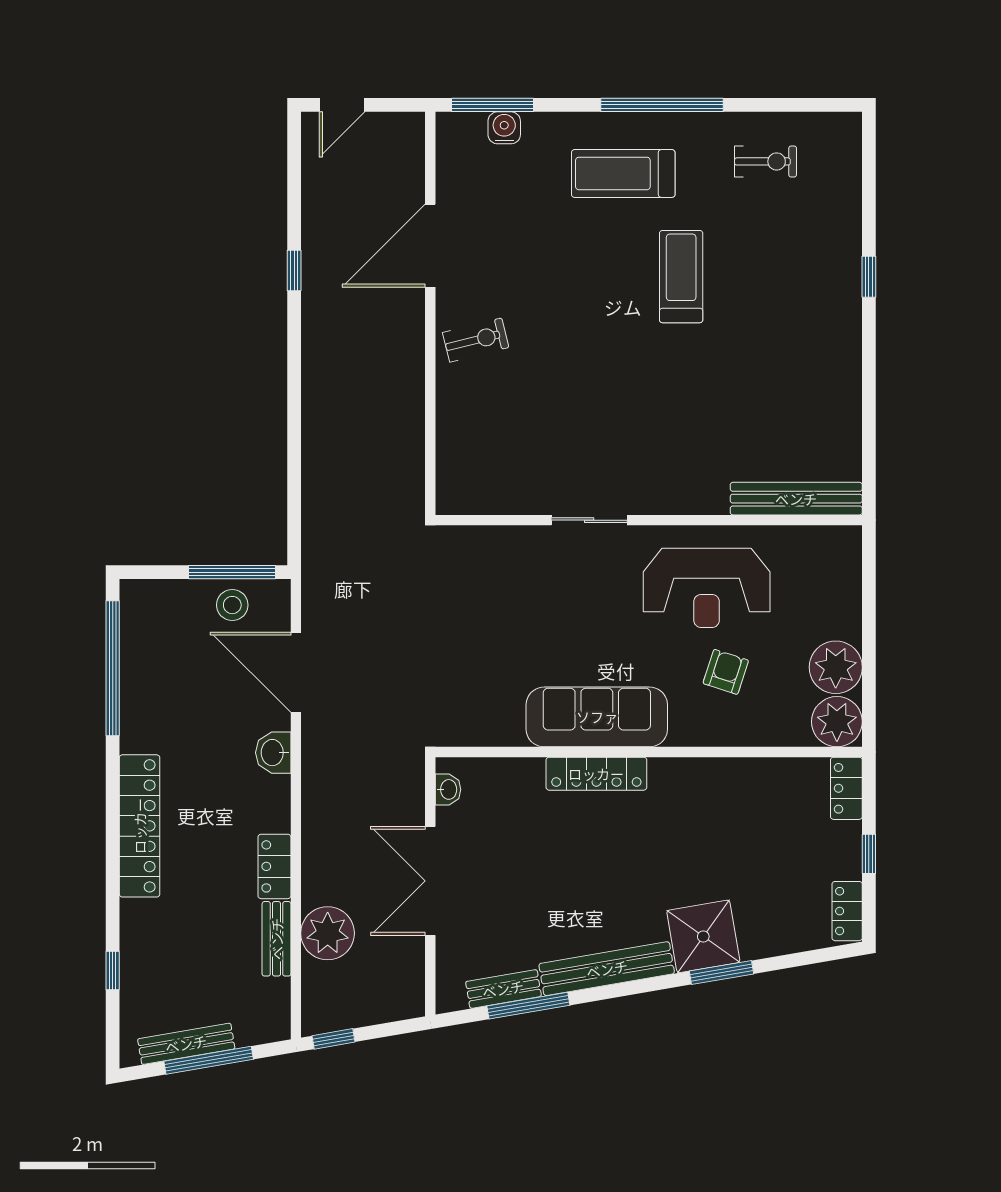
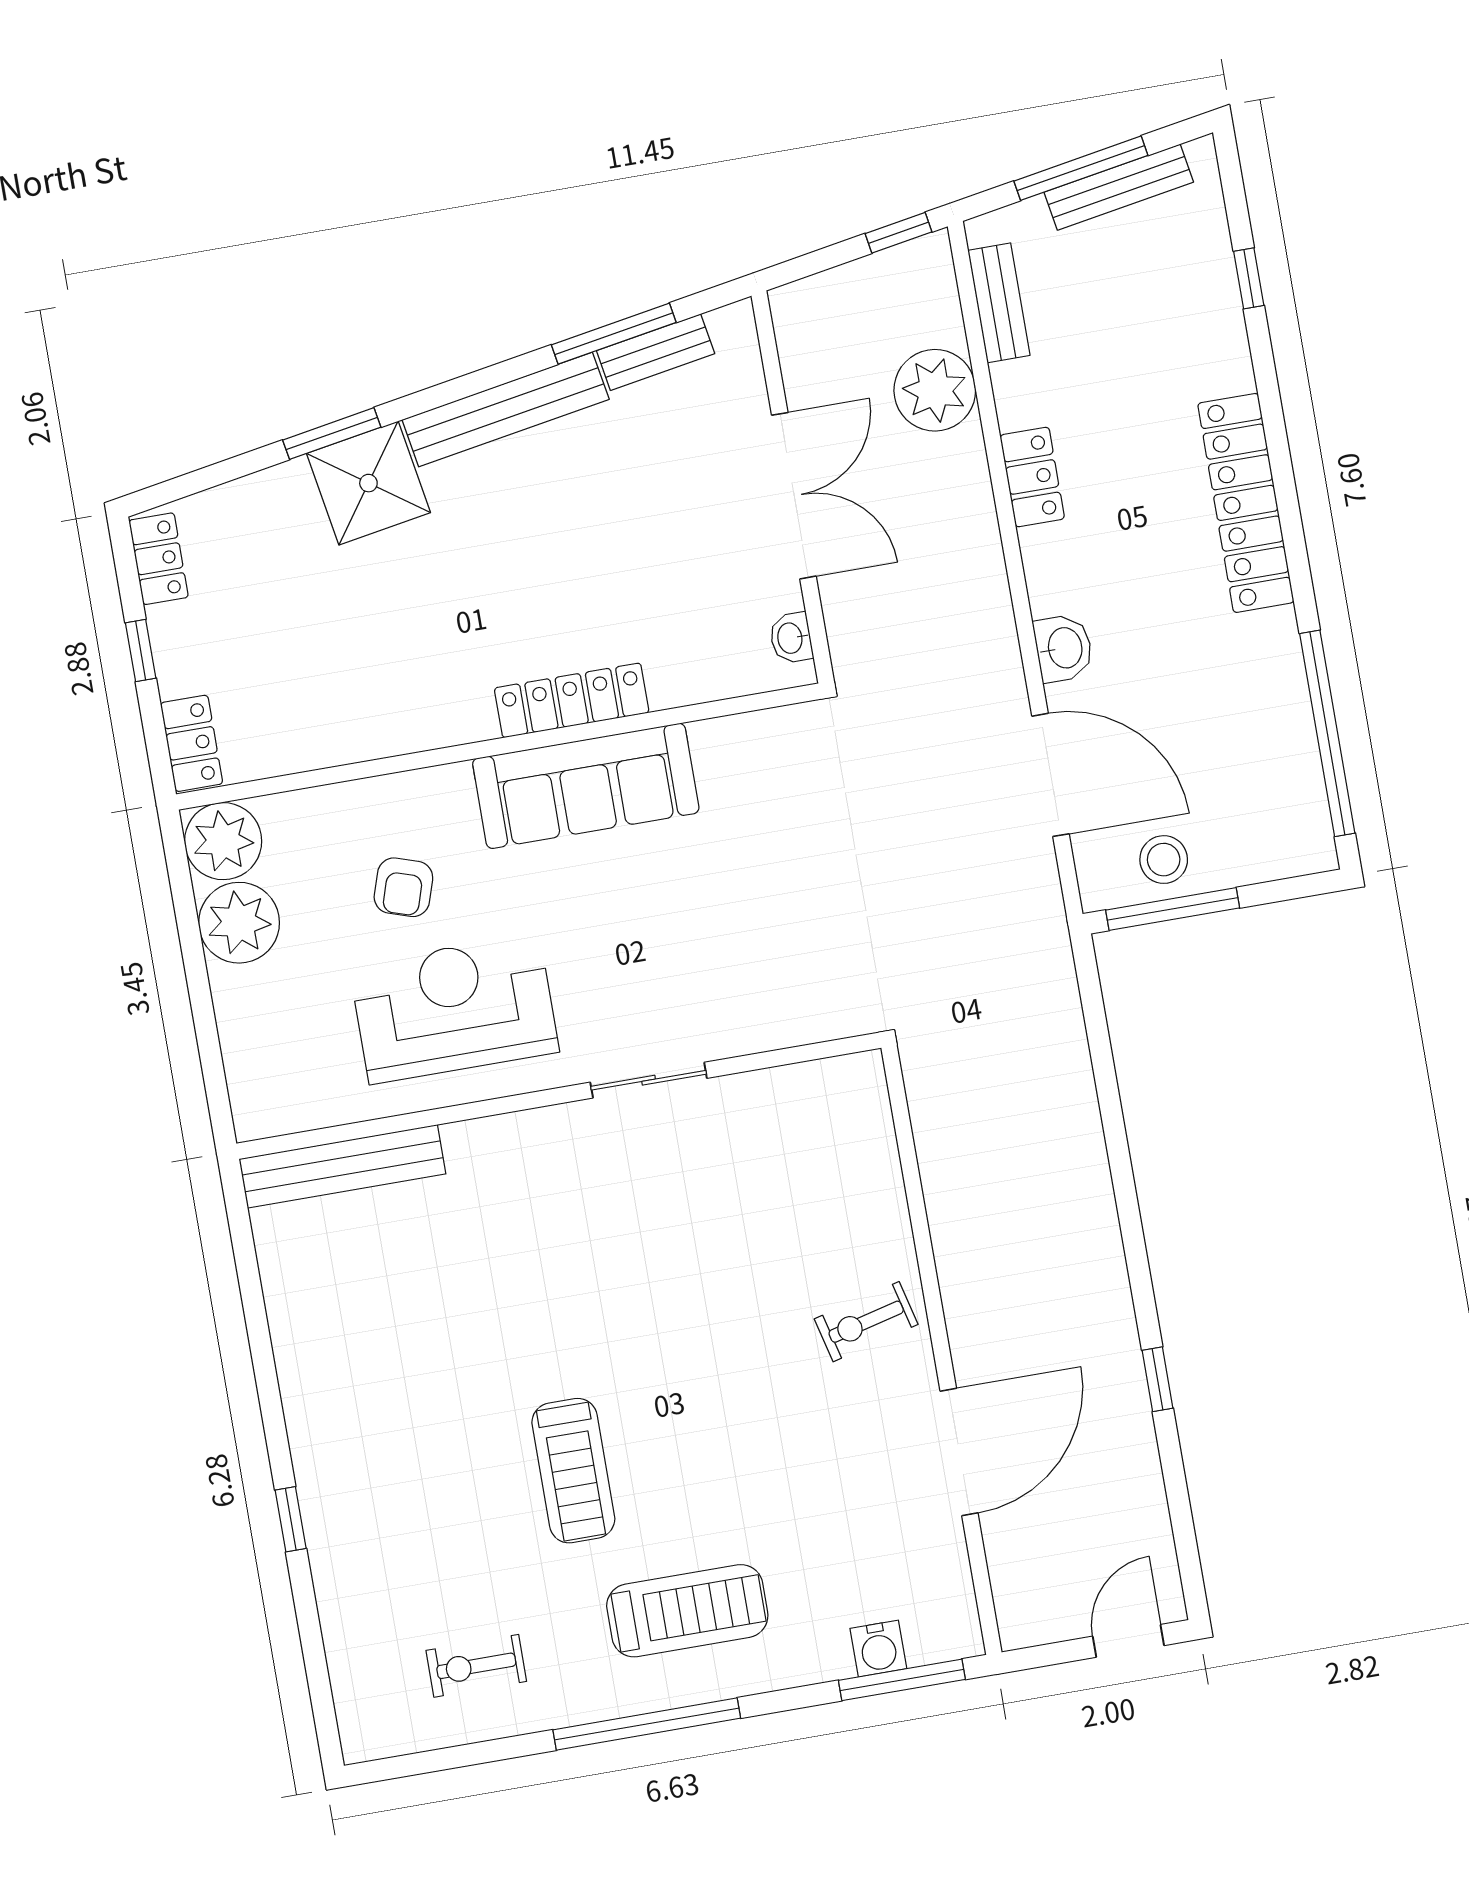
bench: (277, 939) -> (999, 303), moved

